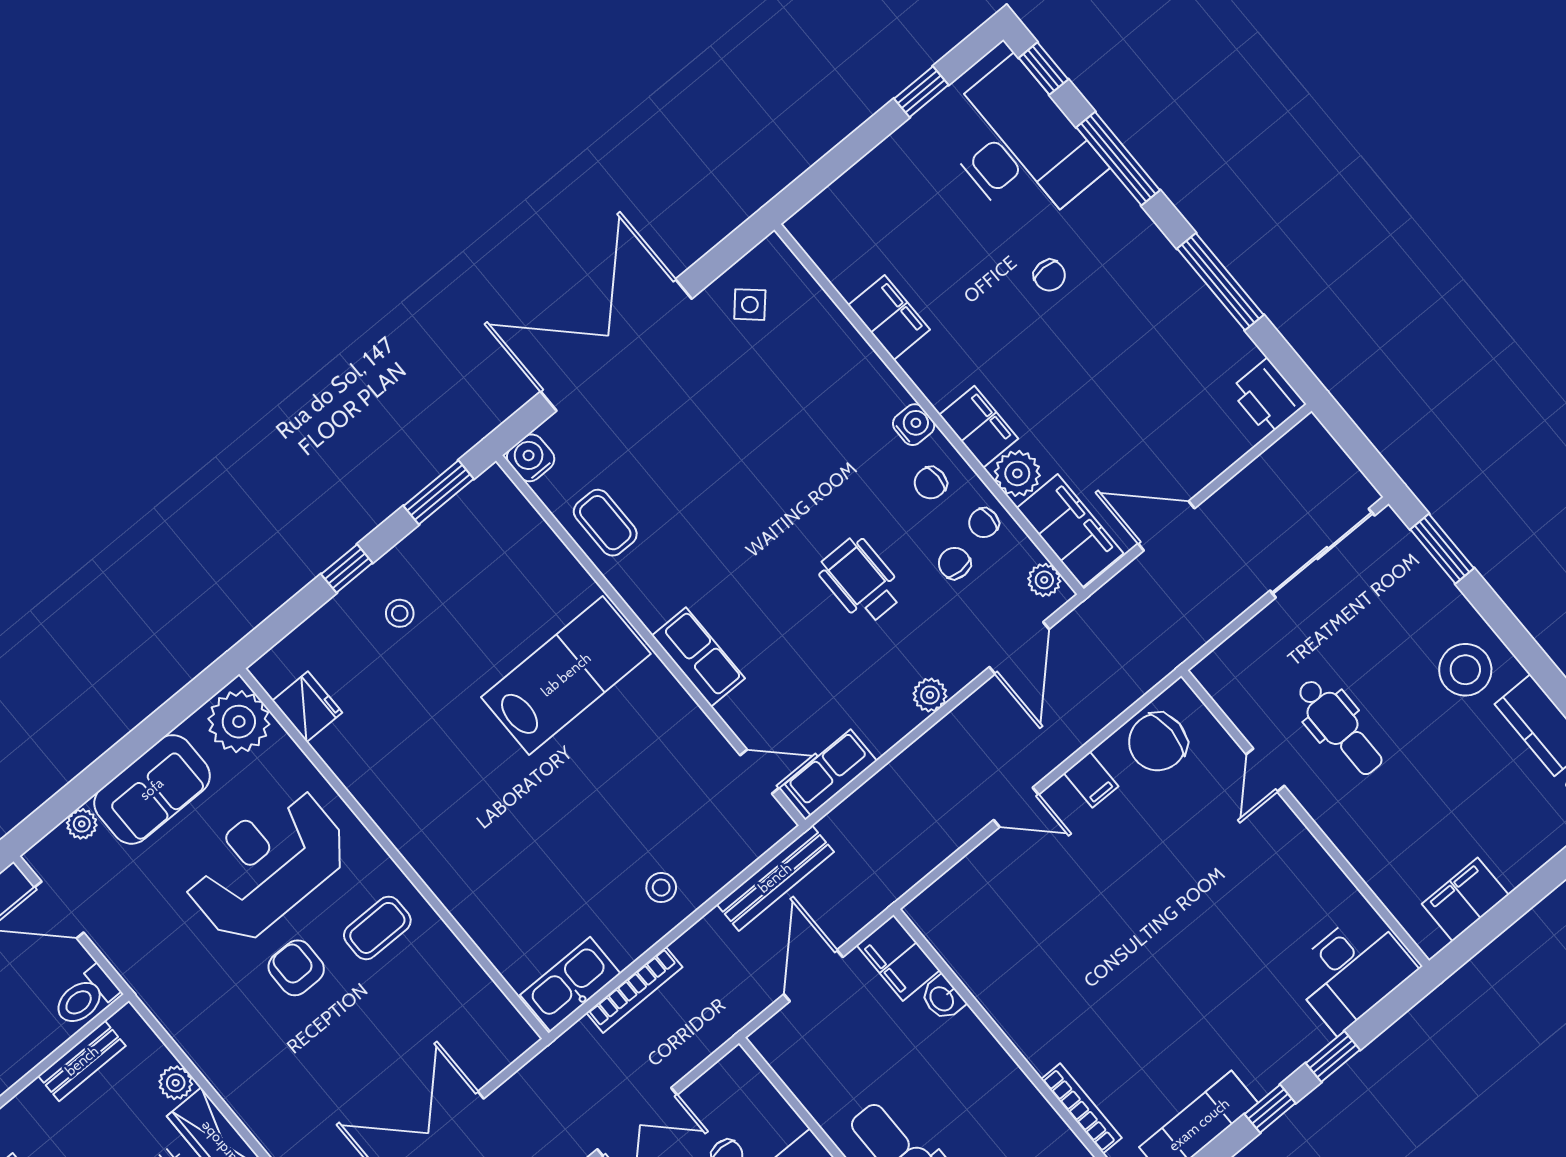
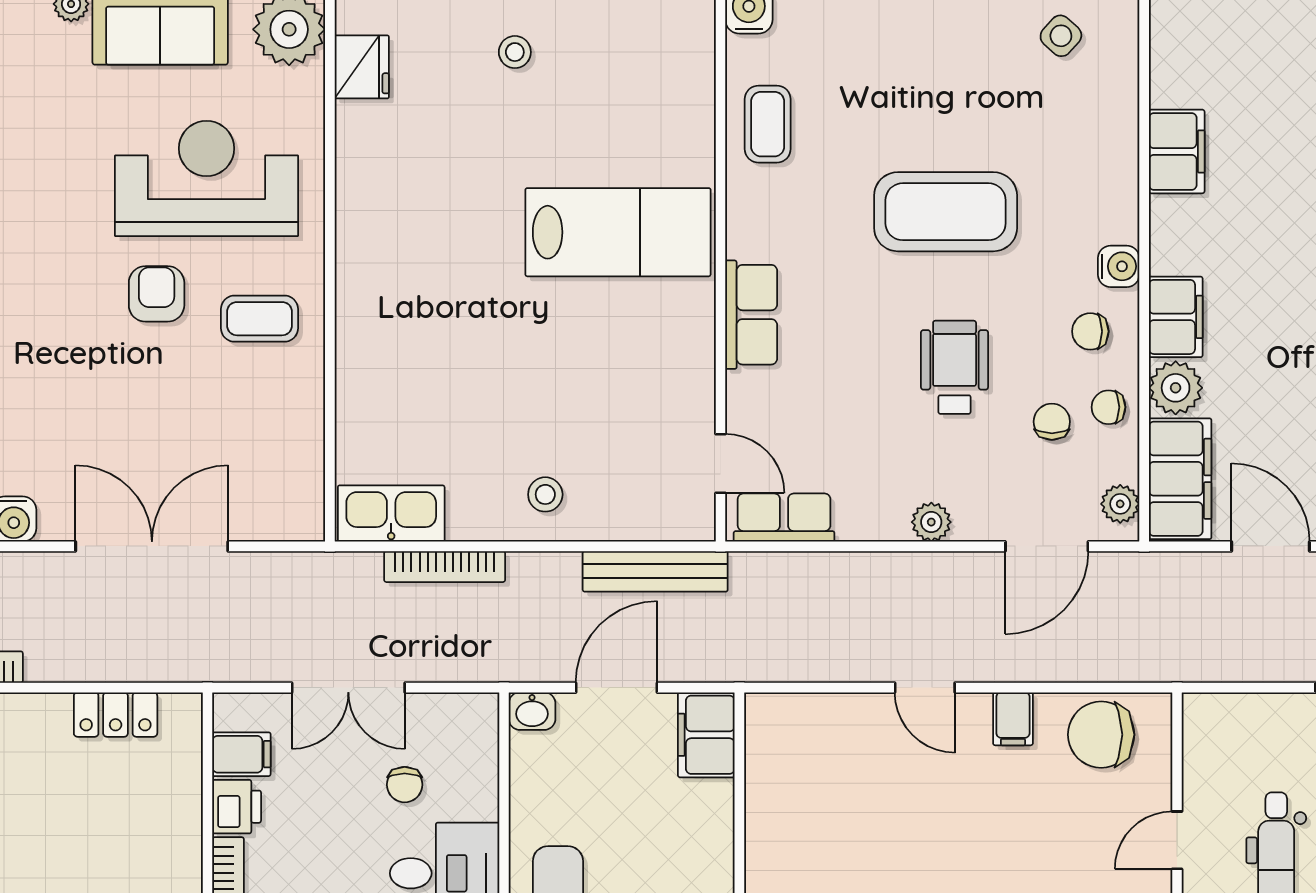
coffee table: (770, 483) -> (946, 212), added
washbasin: (942, 998) -> (532, 711), moved, turned -90

